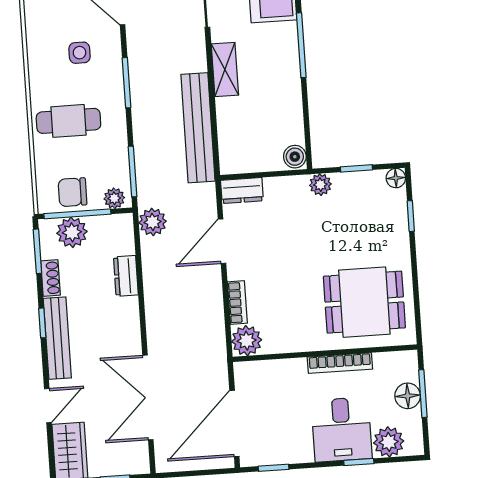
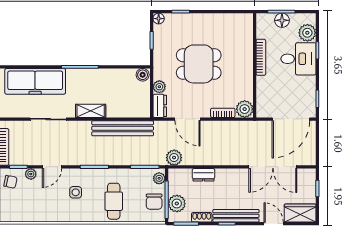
plant: (320, 185) -> (159, 87), moved
dining table: (364, 302) -> (199, 64), moved, turned 90
door: (234, 423) -> (291, 119), hinge flipped

